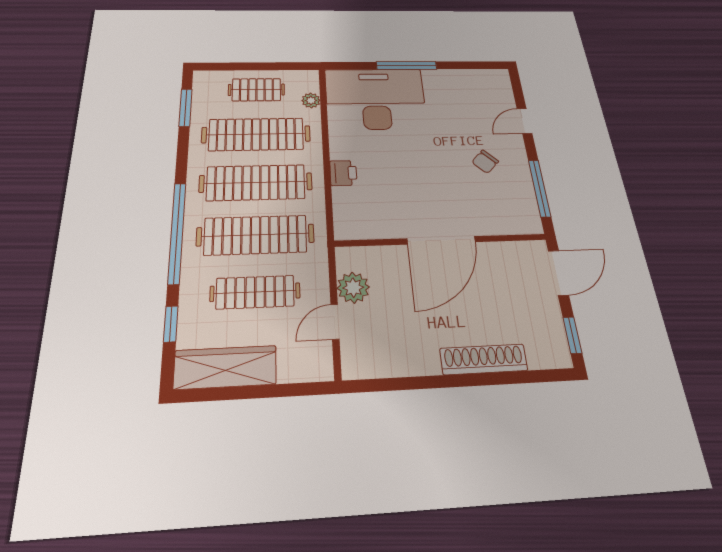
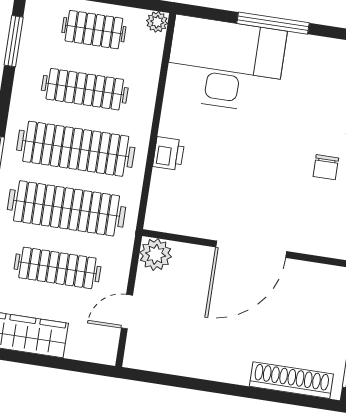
plant: (311, 100) -> (157, 22), moved
clothes rail: (256, 134) -> (85, 89), width x0.73, depth x0.76
chair: (485, 162) -> (326, 167), turned -44
plant: (353, 288) -> (156, 254), moved
shoe rack: (484, 359) -> (291, 380), moved

